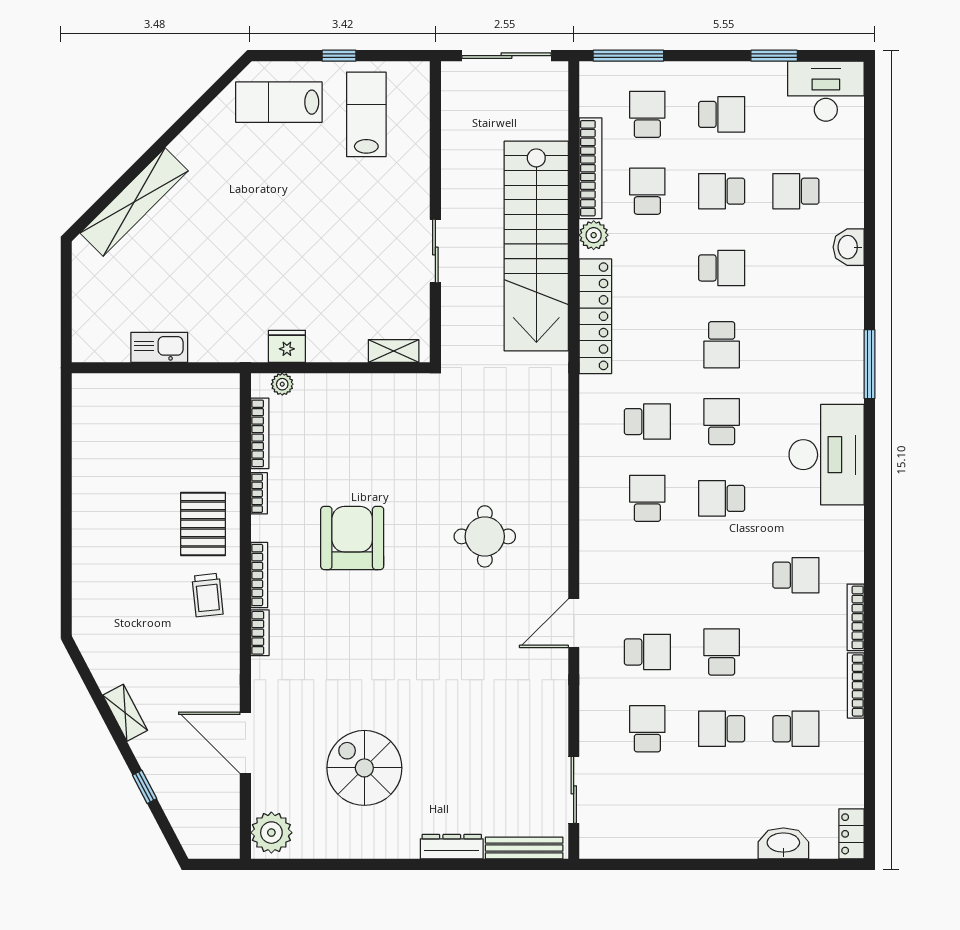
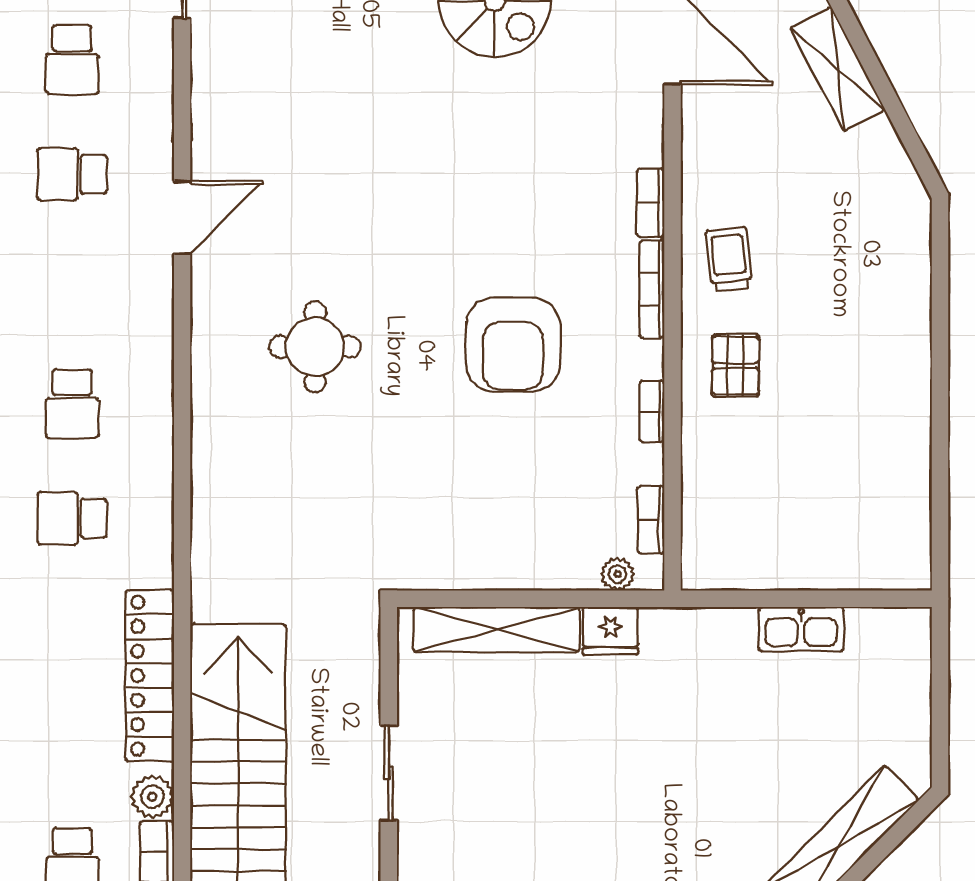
shelving: (394, 351) -> (496, 629), width x2.20, depth x1.33
bookcase: (260, 433) -> (651, 520), width x0.64
pallet: (203, 524) -> (736, 365), width x0.67, depth x0.71
shelving: (125, 713) -> (838, 69), width x1.50, depth x1.33

